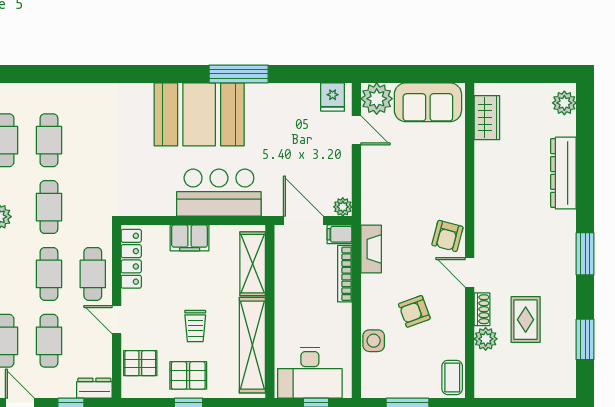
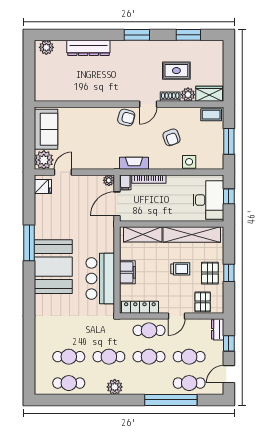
wardrobe: (487, 118) -> (209, 94), moved
bar counter: (219, 193) -> (100, 279), moved

